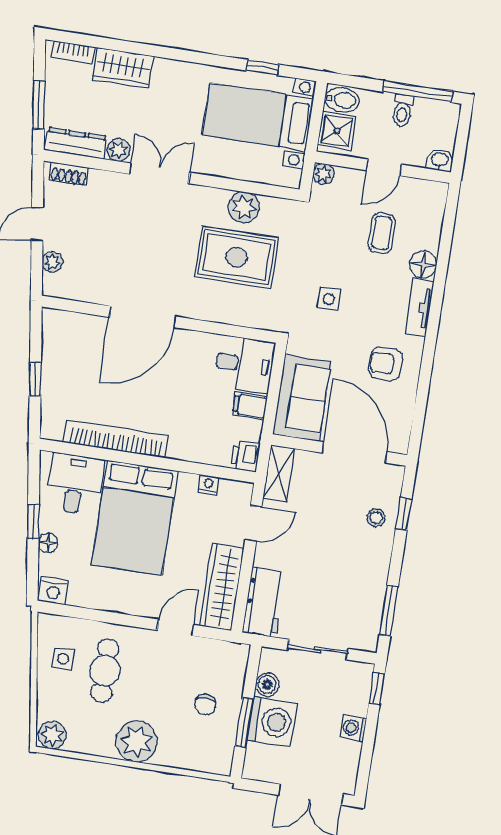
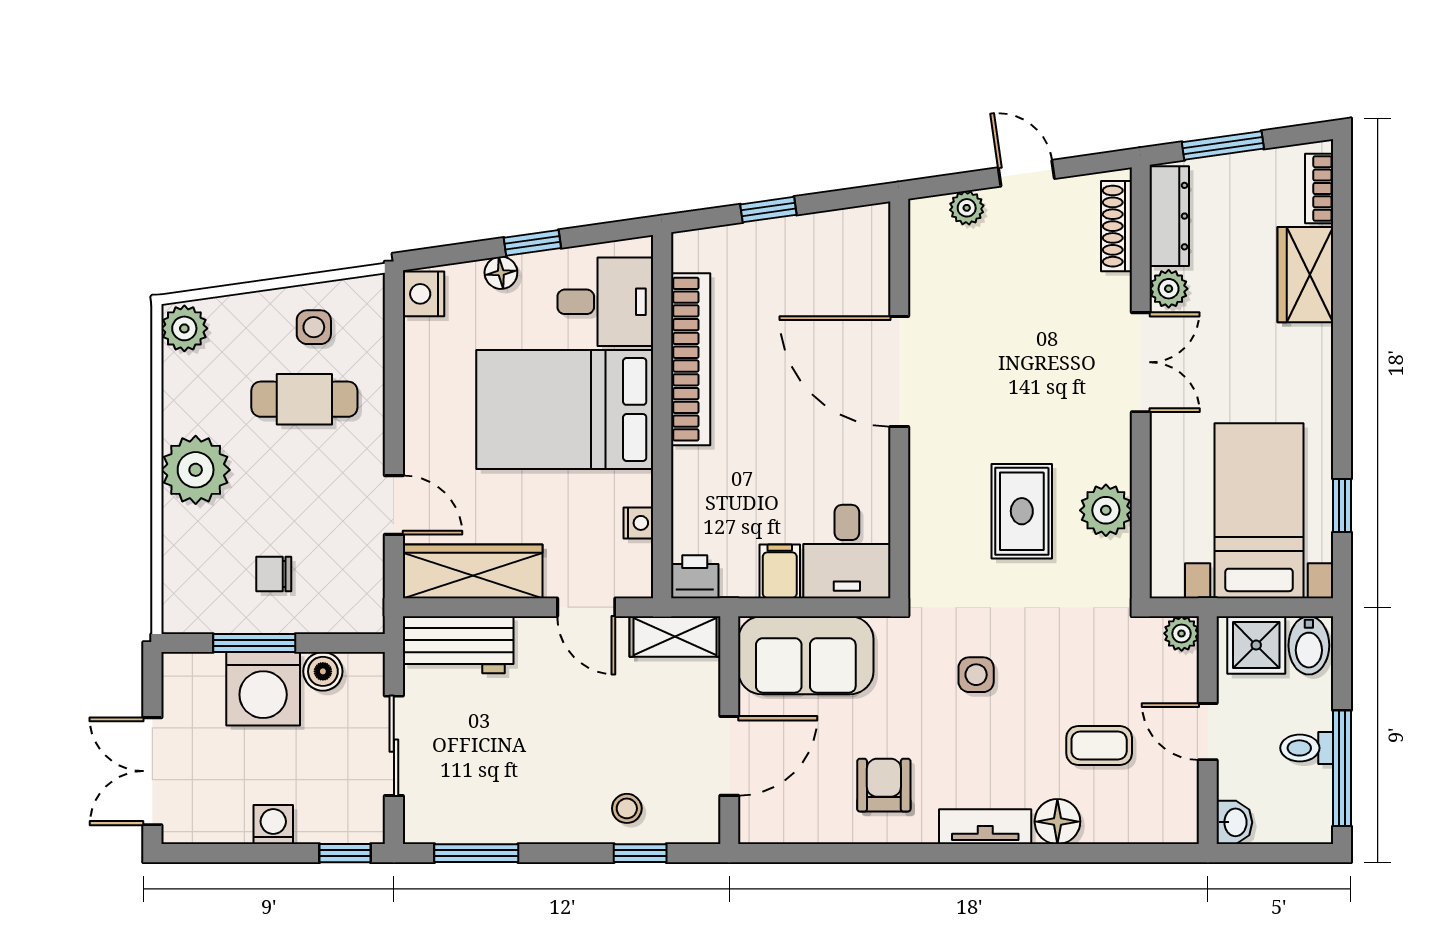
shoe rack: (69, 174) -> (1116, 226), width x1.43
rug: (237, 257) -> (1022, 511), width x0.73, depth x0.70
door: (354, 452) -> (729, 756), width x0.73

